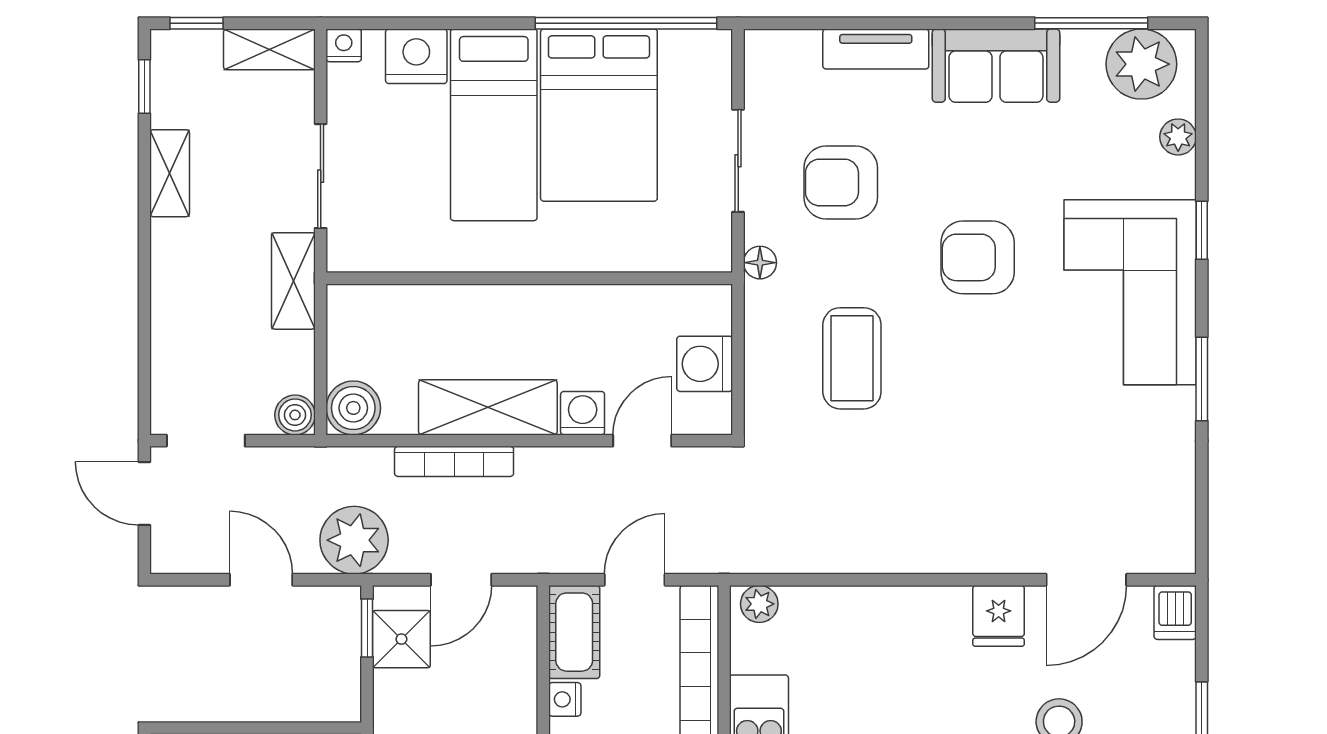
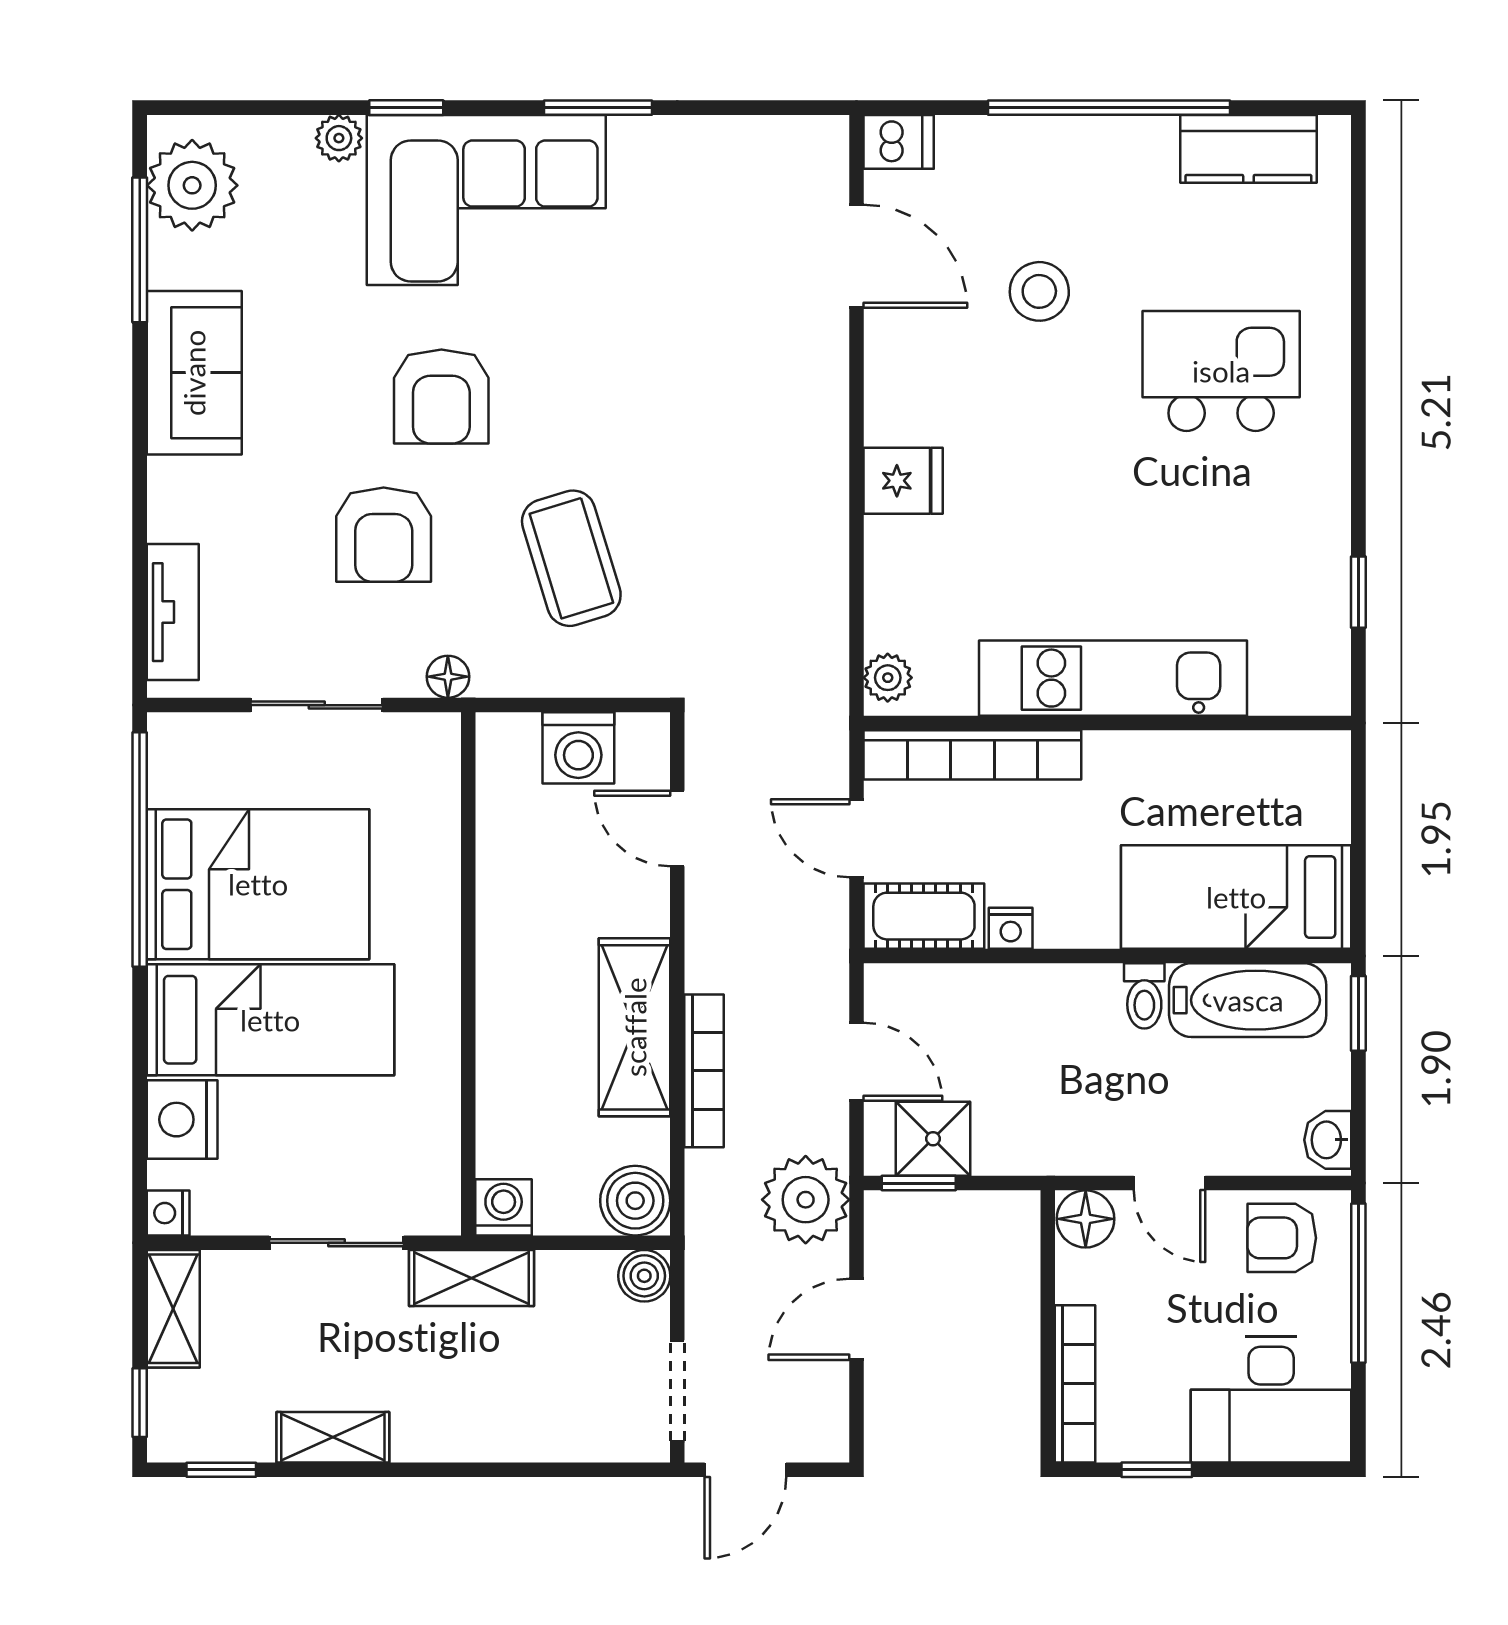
tv unit: (876, 49) -> (173, 612), moved
plant: (1178, 137) -> (339, 138), moved
armchair: (841, 182) -> (384, 535), moved
coffee table: (852, 358) -> (571, 558), turned 73
washing machine: (583, 413) -> (504, 1207), moved, turned 90
fridge: (999, 616) -> (903, 481), moved

